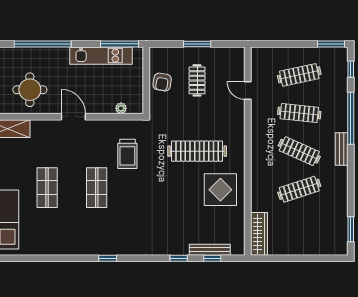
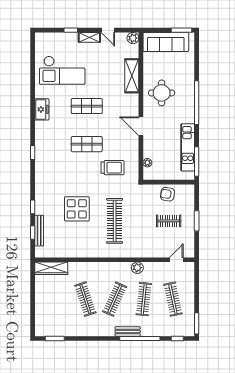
door: (248, 91) -> (176, 260), moved
door: (73, 117) -> (141, 126), swing flipped
plant: (258, 121) -> (137, 268), added
bench: (342, 149) -> (128, 331), moved
trolley: (127, 154) -> (113, 168), turned 180
display table: (220, 190) -> (77, 209), moved
freezer: (51, 246) -> (42, 109), added

